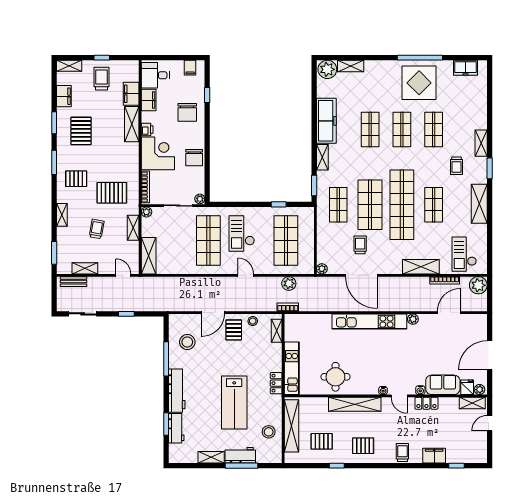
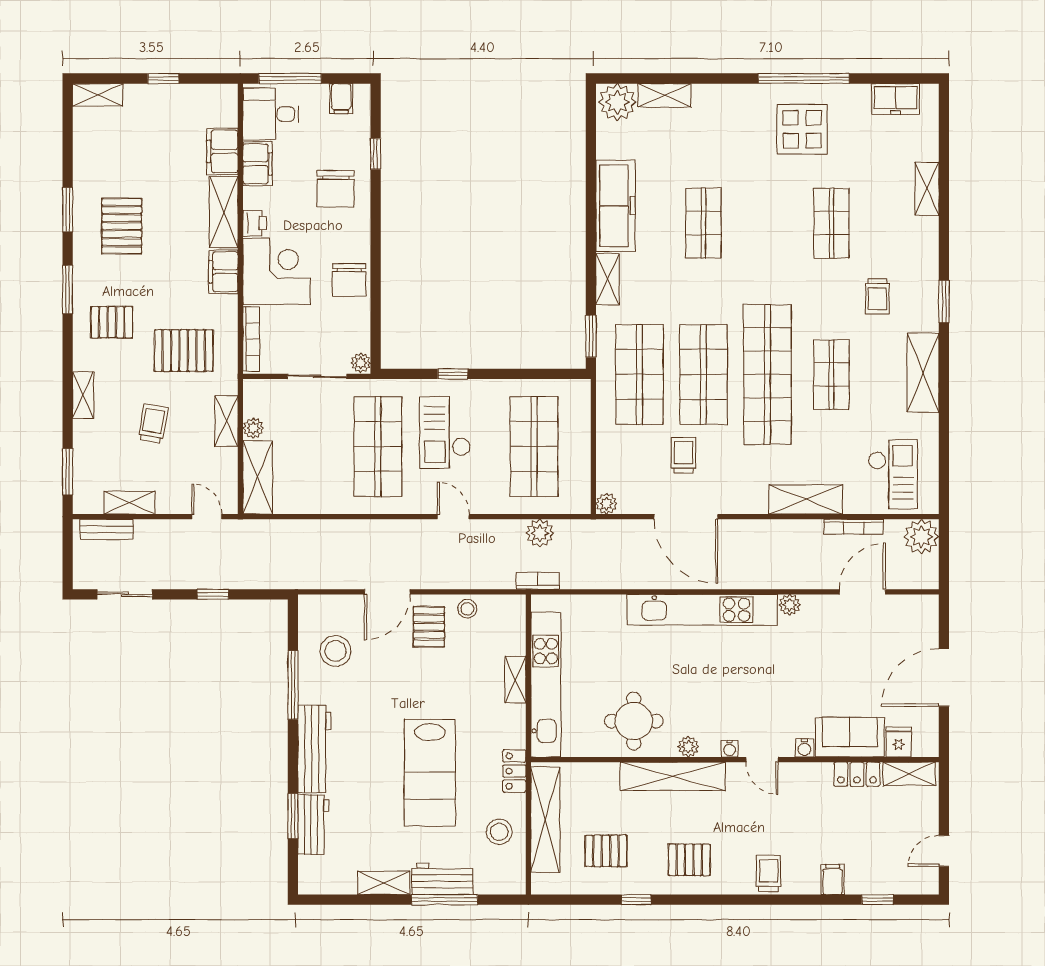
window: (165, 58) -> (290, 79), added
trolley: (101, 79) -> (163, 121), removed
display table: (419, 83) -> (802, 129), width x0.73, depth x0.73
filing cabinet: (64, 96) -> (223, 272), moved, turned 180
shop shelf: (402, 129) -> (767, 223), removed
shelving: (481, 143) -> (927, 189), moved
window: (279, 204) -> (453, 374), moved
shop shelf: (338, 205) -> (639, 375), width x1.43, depth x1.36
plant: (146, 212) -> (253, 428), moved
checkout: (464, 254) -> (893, 474), turned 180
shelving: (277, 331) -> (515, 679), moved
kitchen unit: (292, 368) -> (546, 684), width x1.36
locker: (276, 383) -> (514, 771), moved
plant: (479, 390) -> (688, 747), moved
locker: (426, 403) -> (857, 774), moved
door: (490, 423) -> (944, 851), moved
filing cabinet: (434, 456) -> (833, 880), width x0.50

